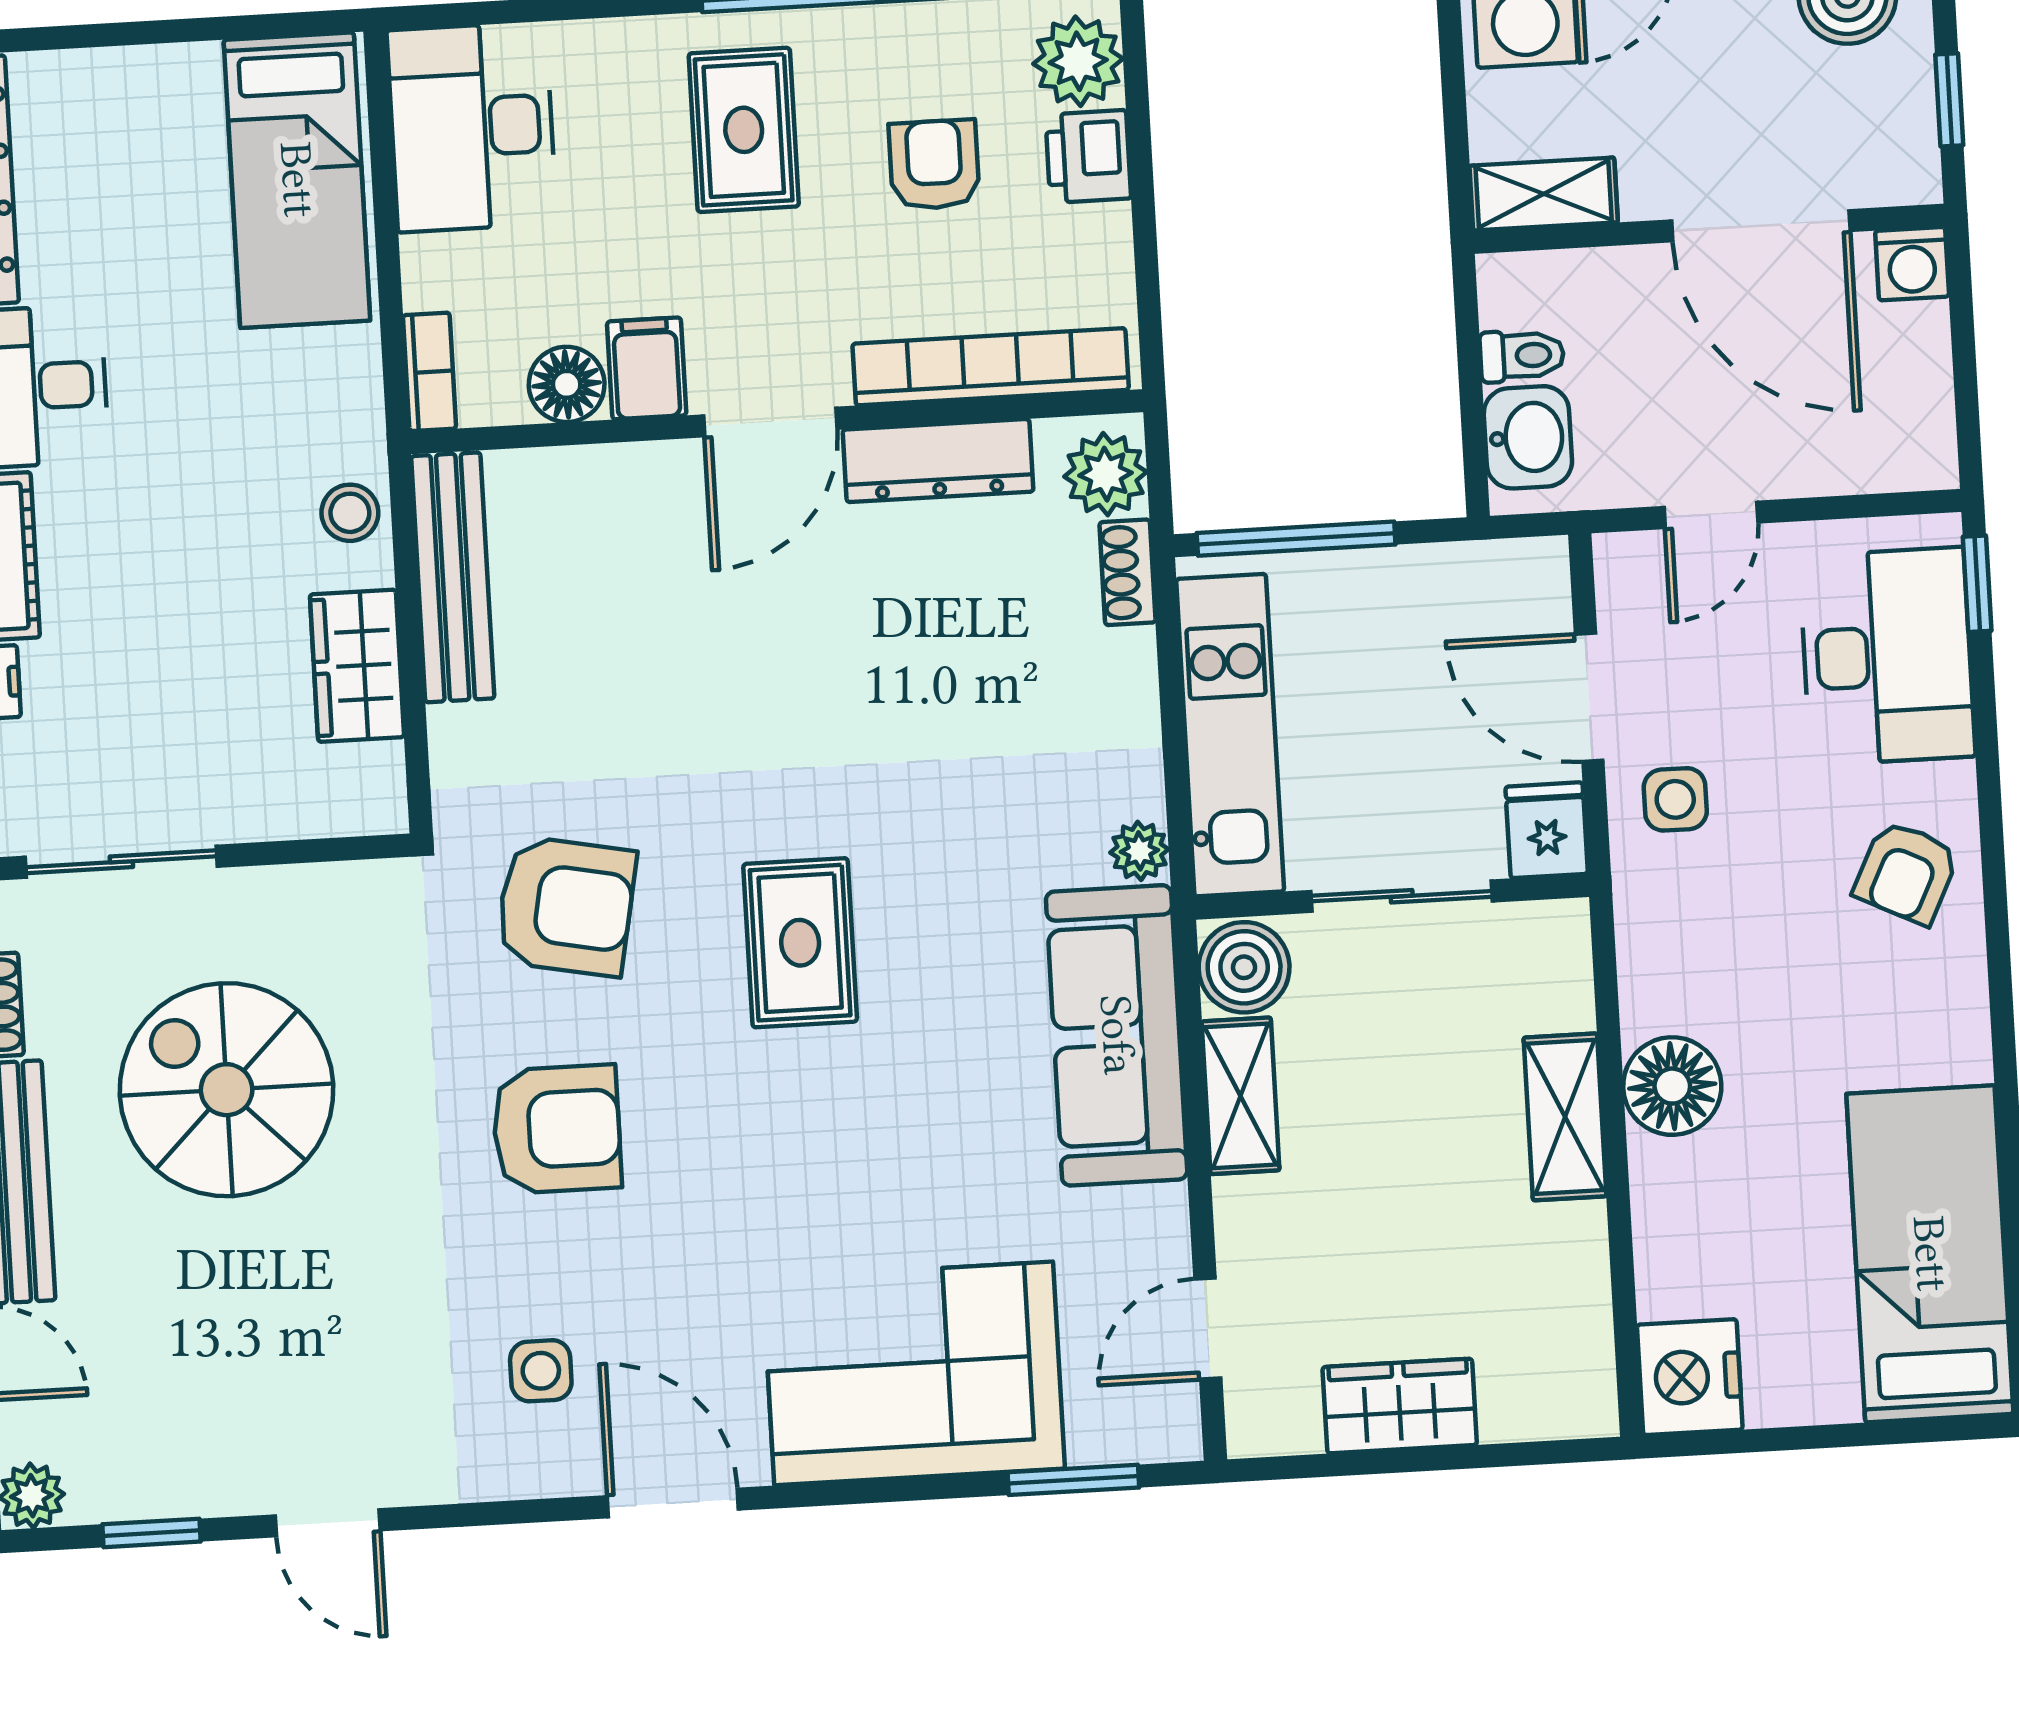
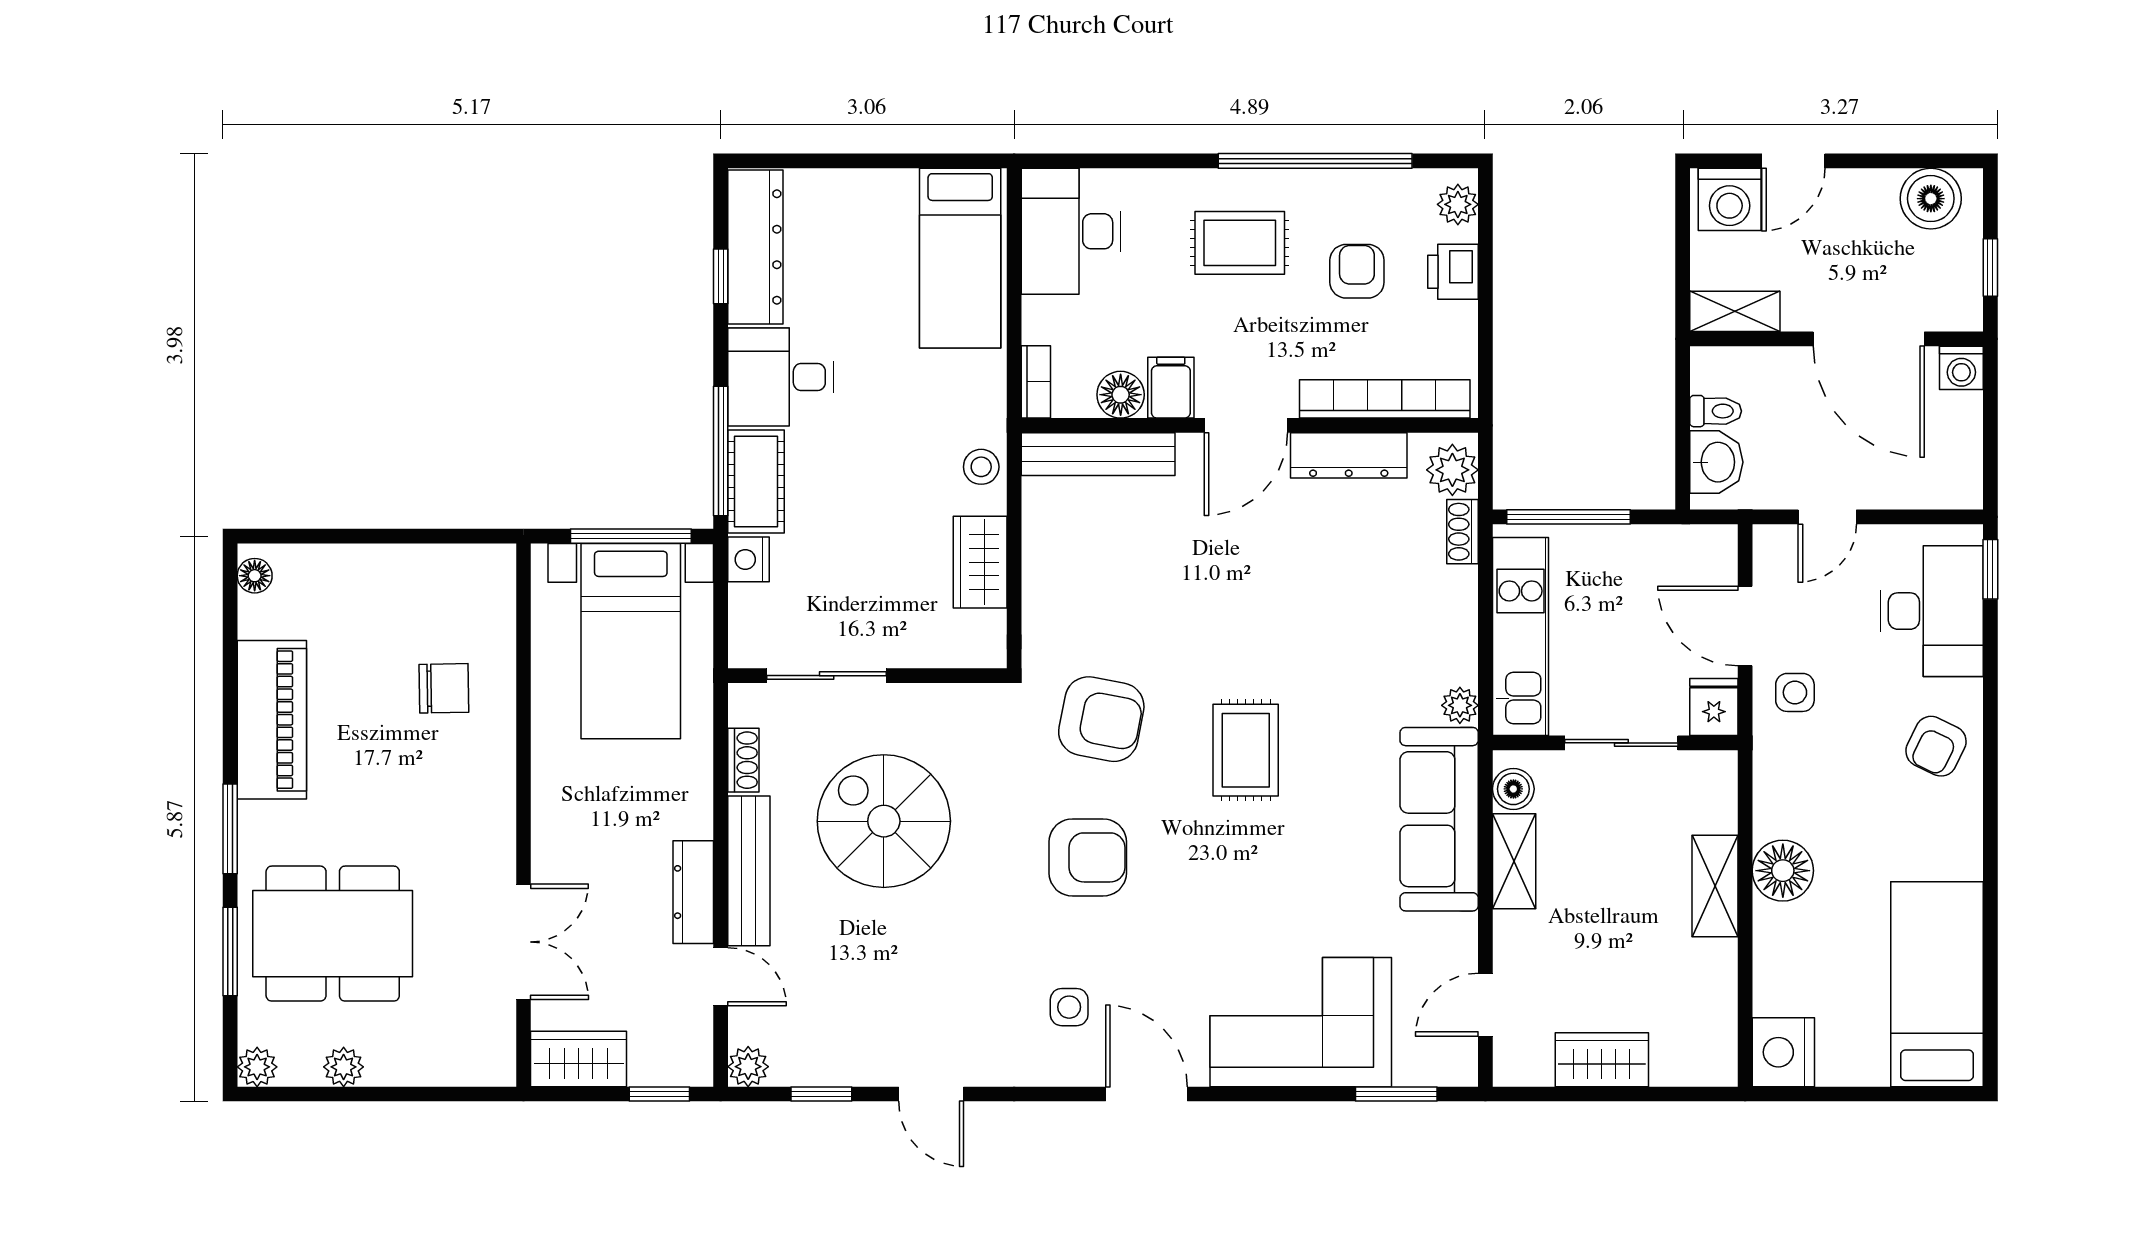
plant: (1078, 61) -> (1458, 204), width x0.73, depth x0.73
rug: (744, 130) -> (1240, 243), turned 90
bench: (453, 577) -> (1098, 454), moved, turned 90
boiler: (1244, 967) -> (1513, 789), width x0.73, depth x0.73

